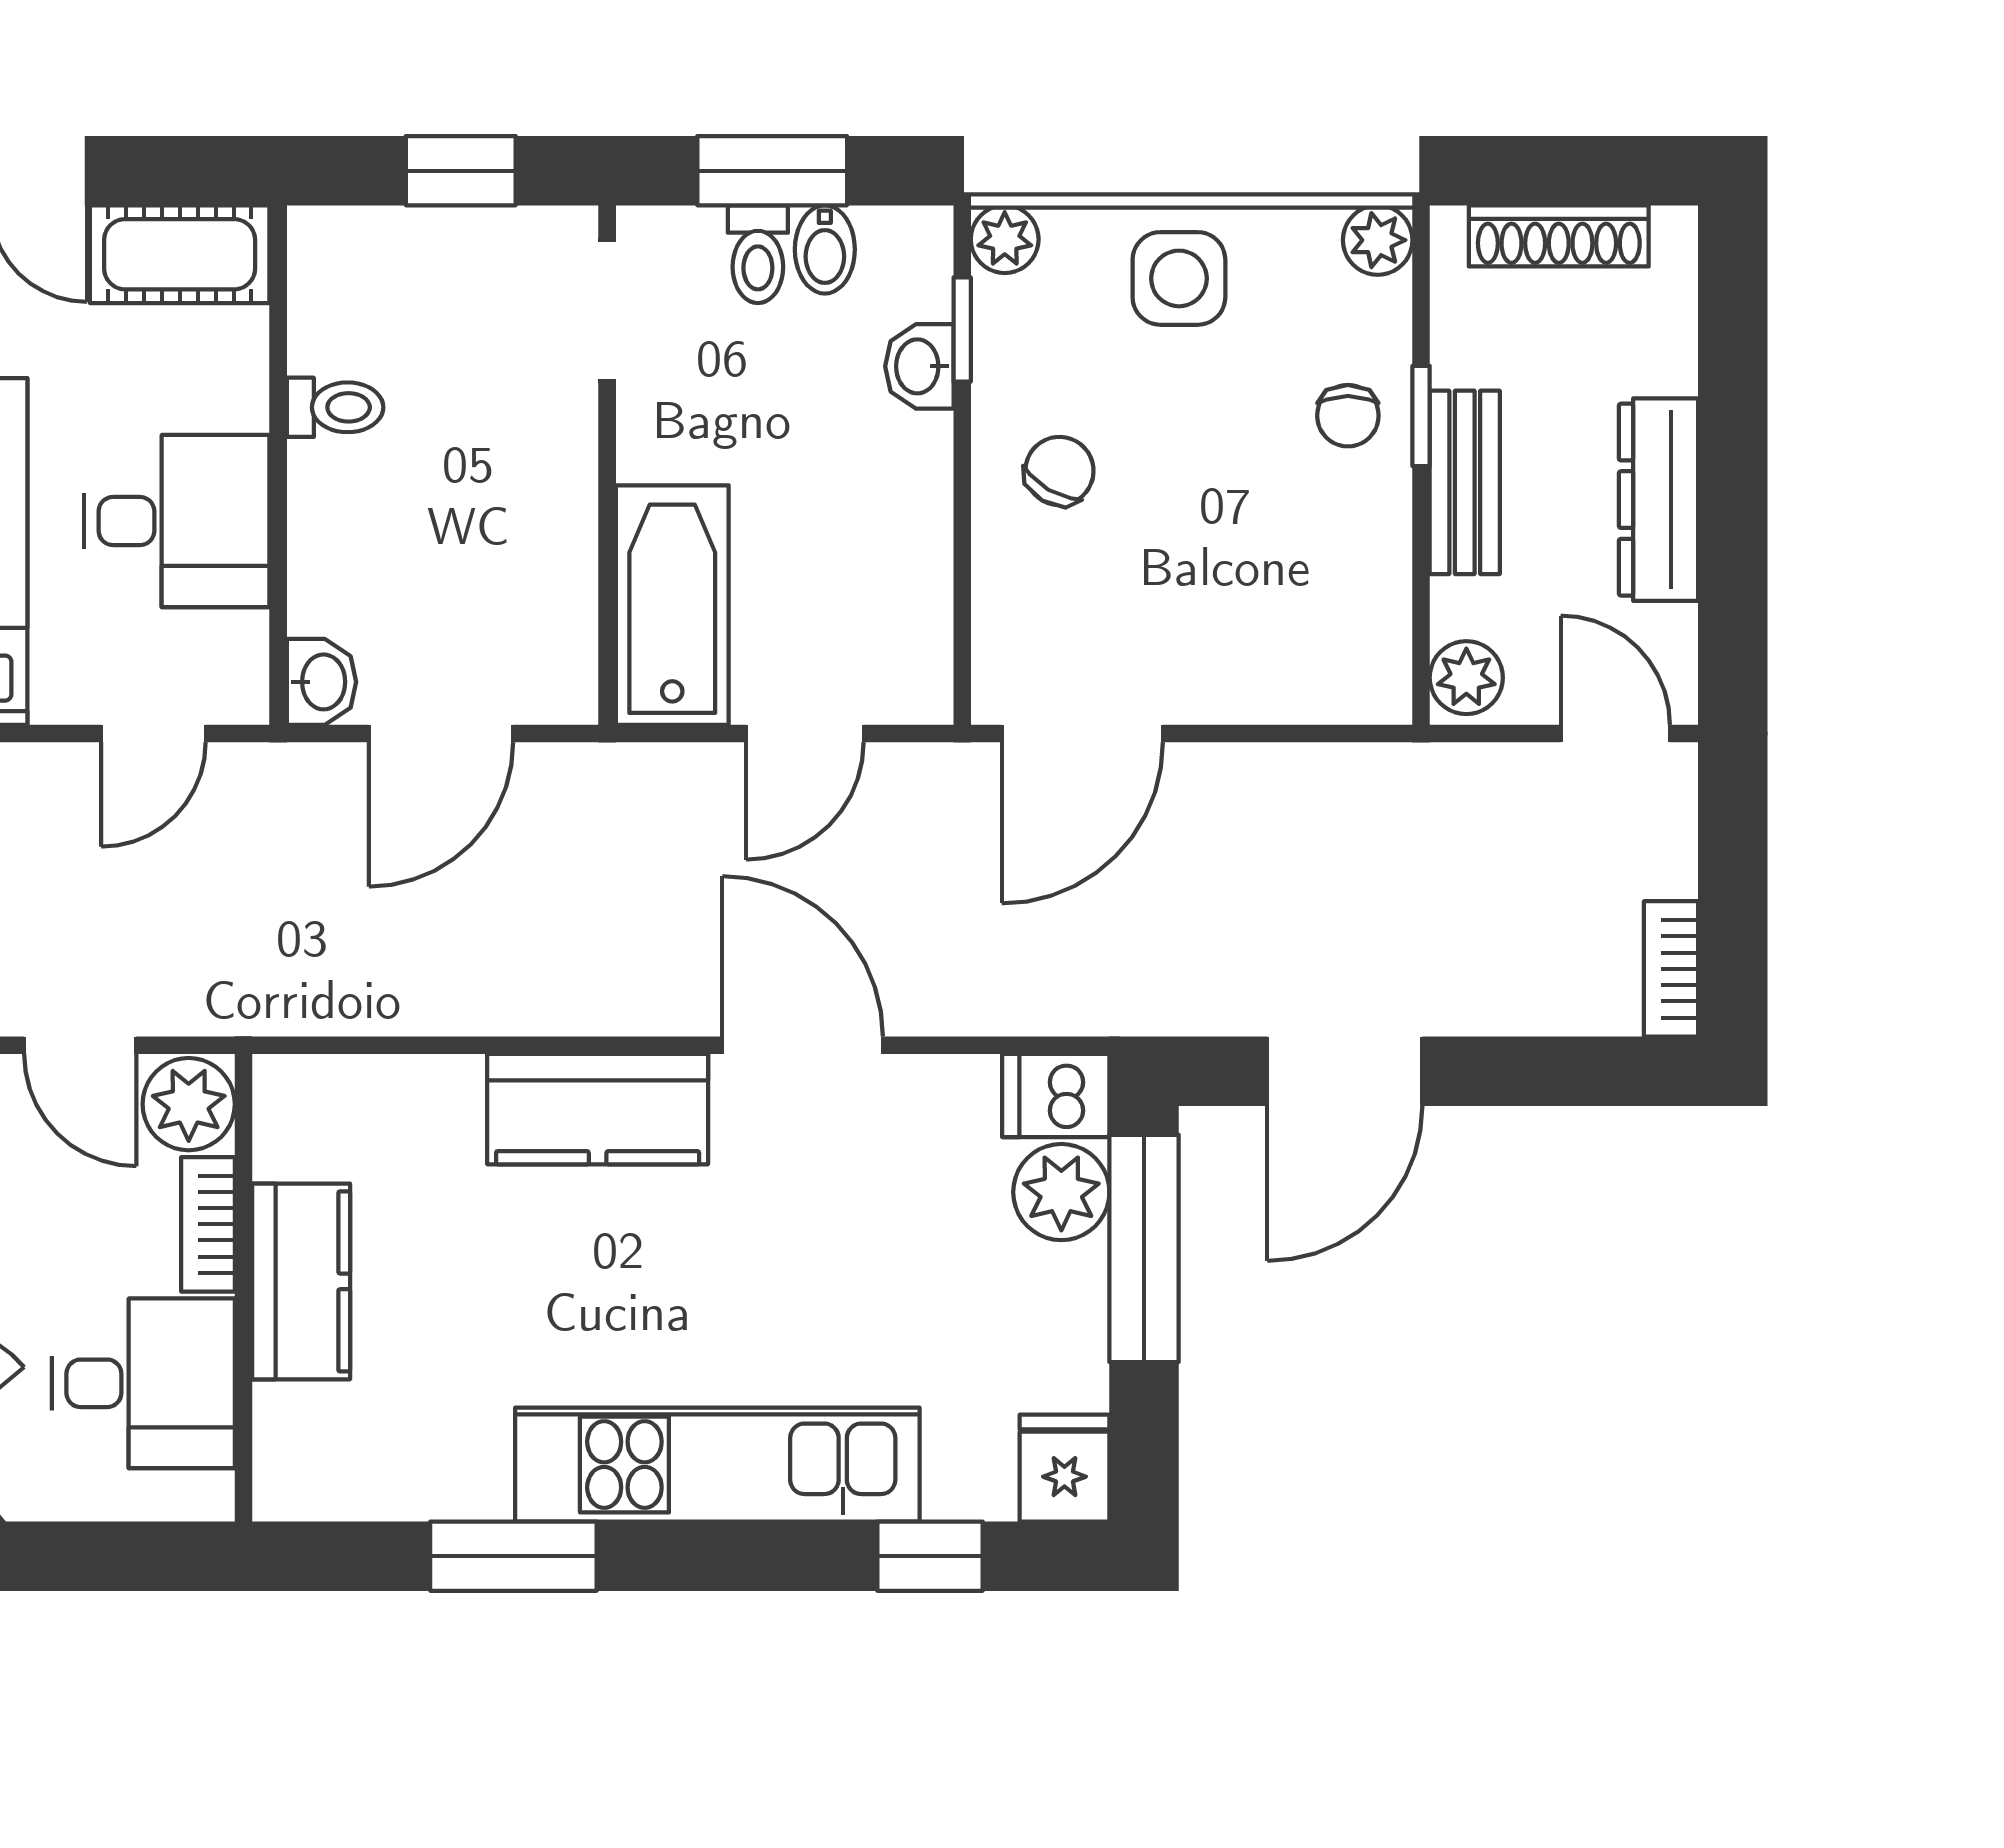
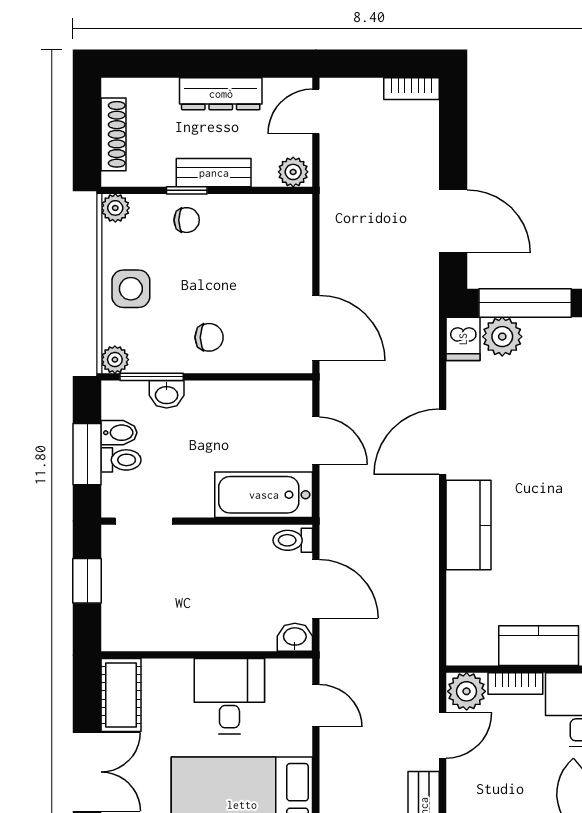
window: (962, 329) -> (152, 377), width x1.50
toilet: (335, 407) -> (293, 540), moved, turned -90
chair: (1059, 471) -> (209, 337), turned 150

